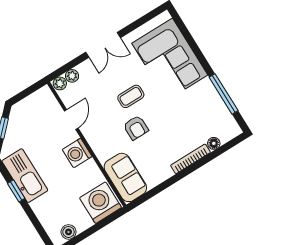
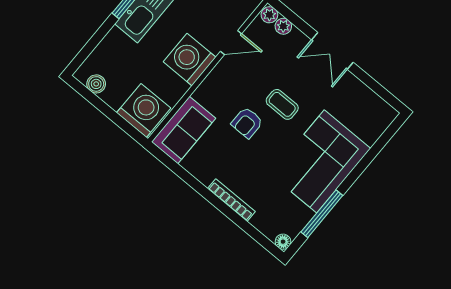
corner sofa: (170, 59) -> (321, 161), moved
floor lamp: (214, 143) -> (283, 242), moved
washing machine: (77, 153) -> (190, 60), width x1.37, depth x1.37

